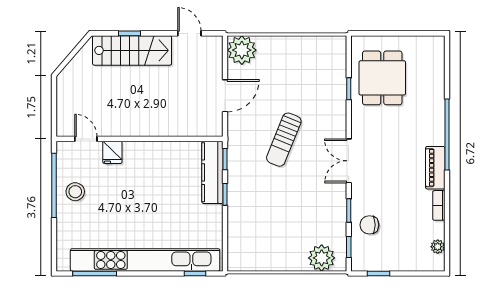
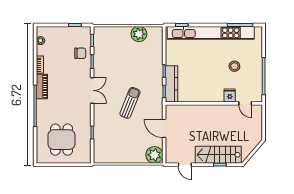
dining table: (382, 78) -> (62, 140), moved
door: (225, 96) -> (164, 128), hinge flipped
stool: (75, 192) -> (234, 66), moved
plant: (322, 258) -> (139, 34), moved

